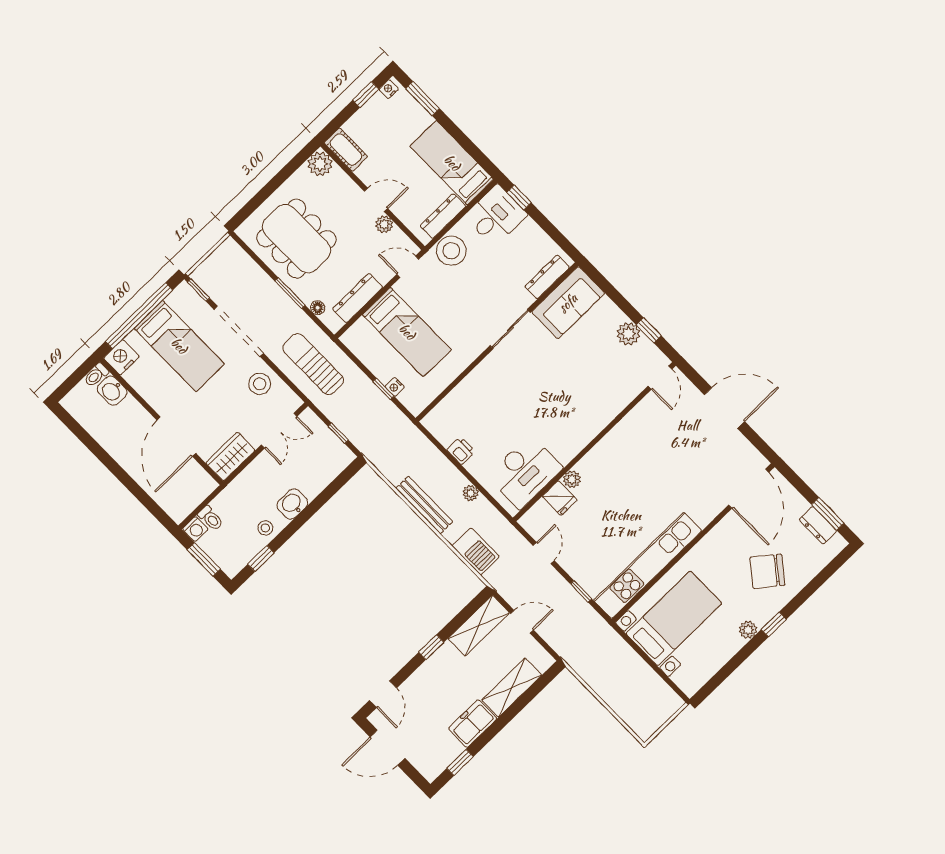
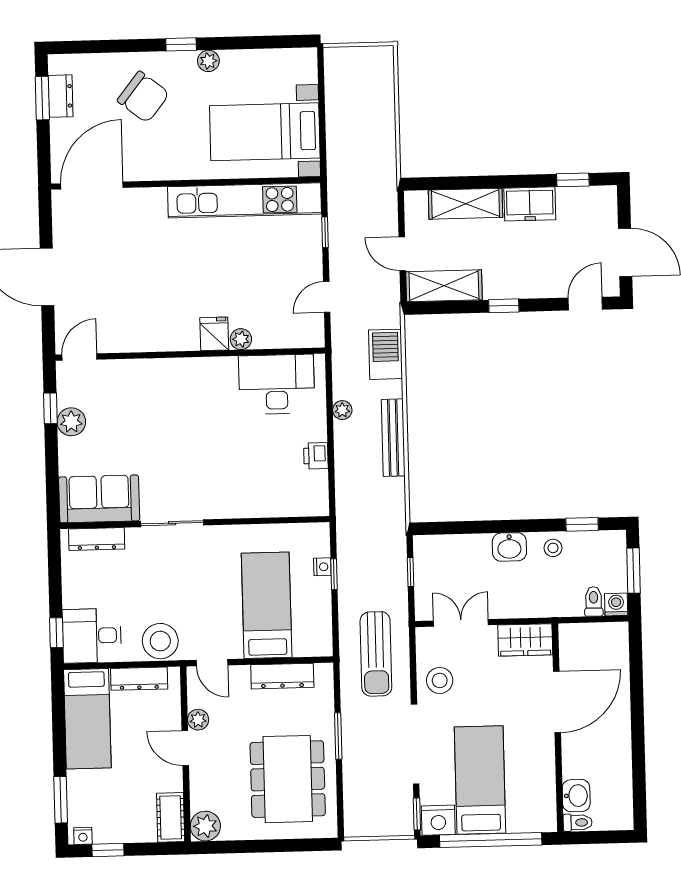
floor lamp: (318, 308) -> (326, 700), removed
nightstand: (121, 357) -> (438, 820), moved
fridge: (560, 498) -> (214, 334), moved

